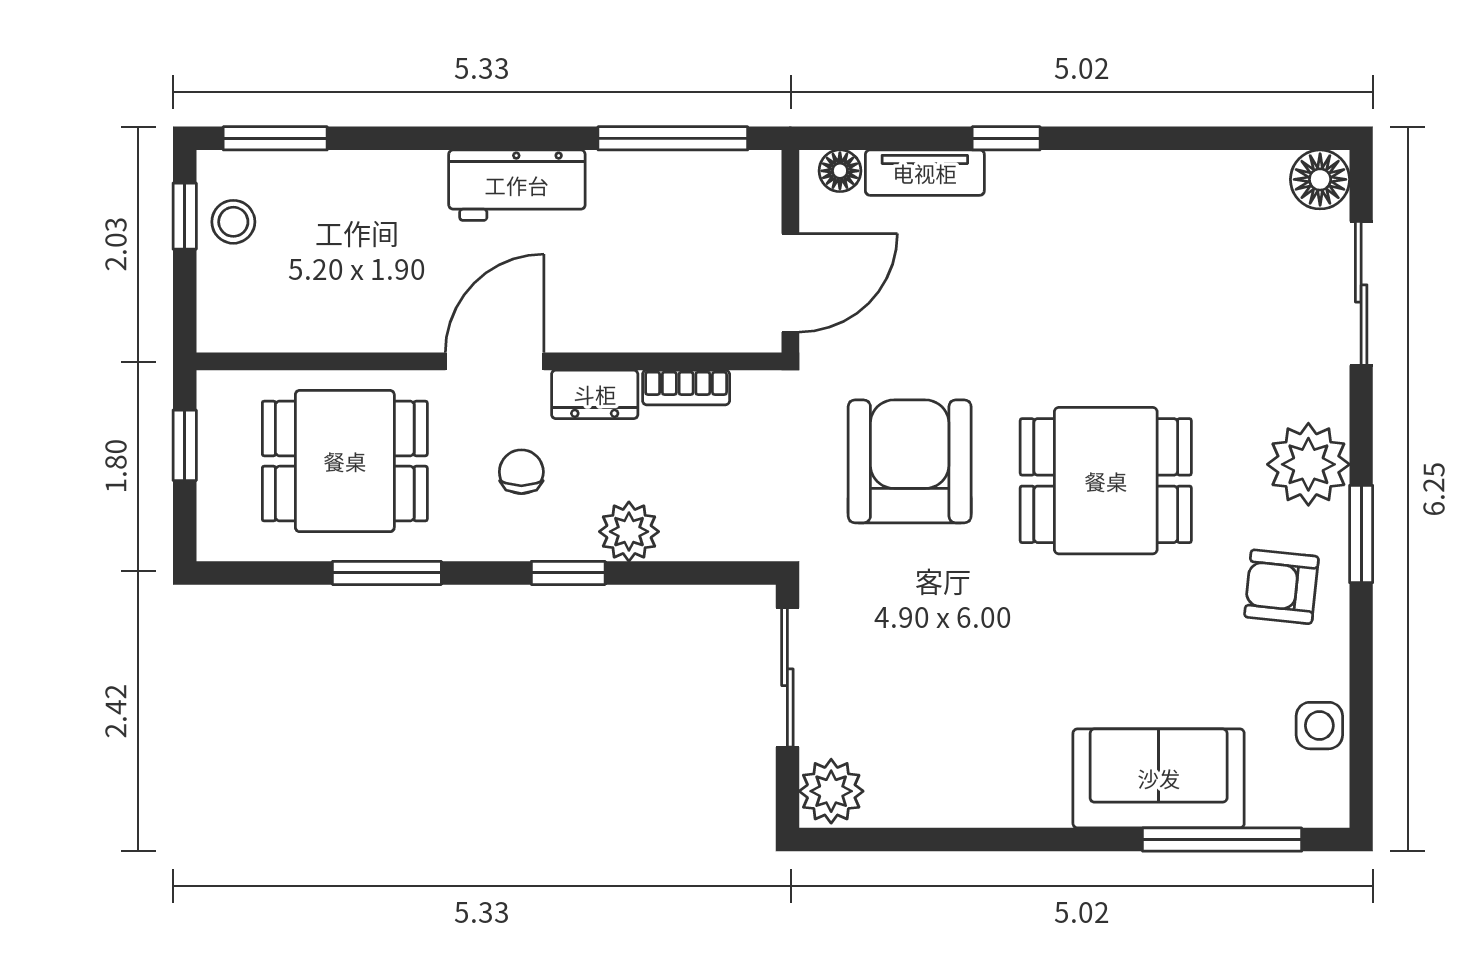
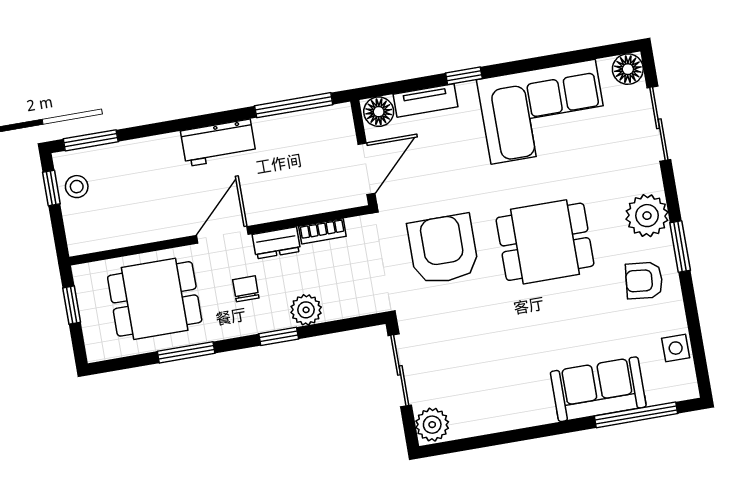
floor lamp: (840, 171) -> (379, 112), width x1.37, depth x1.37
corner sofa: (1145, 233) -> (543, 112), added

